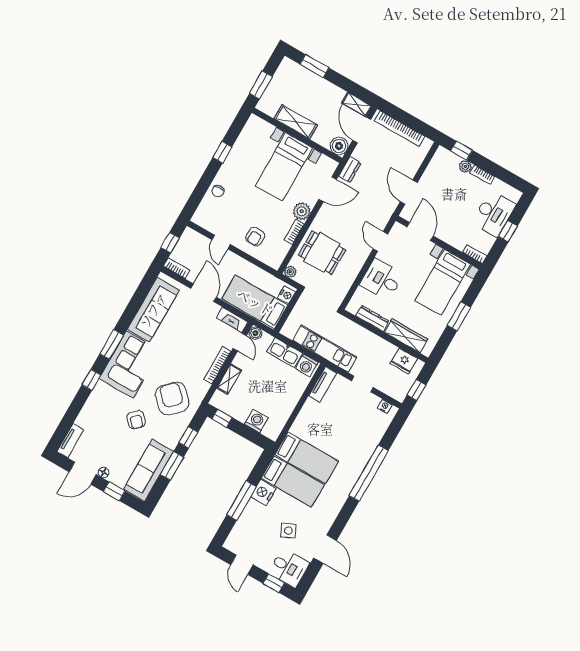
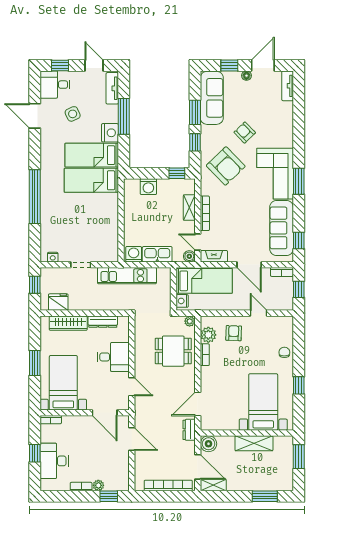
bed with nightstands: (284, 167) -> (263, 402), moved
plant: (302, 211) -> (208, 335), moved
window: (91, 380) -> (299, 240), moved
tv unit: (323, 384) -> (112, 88), moved

